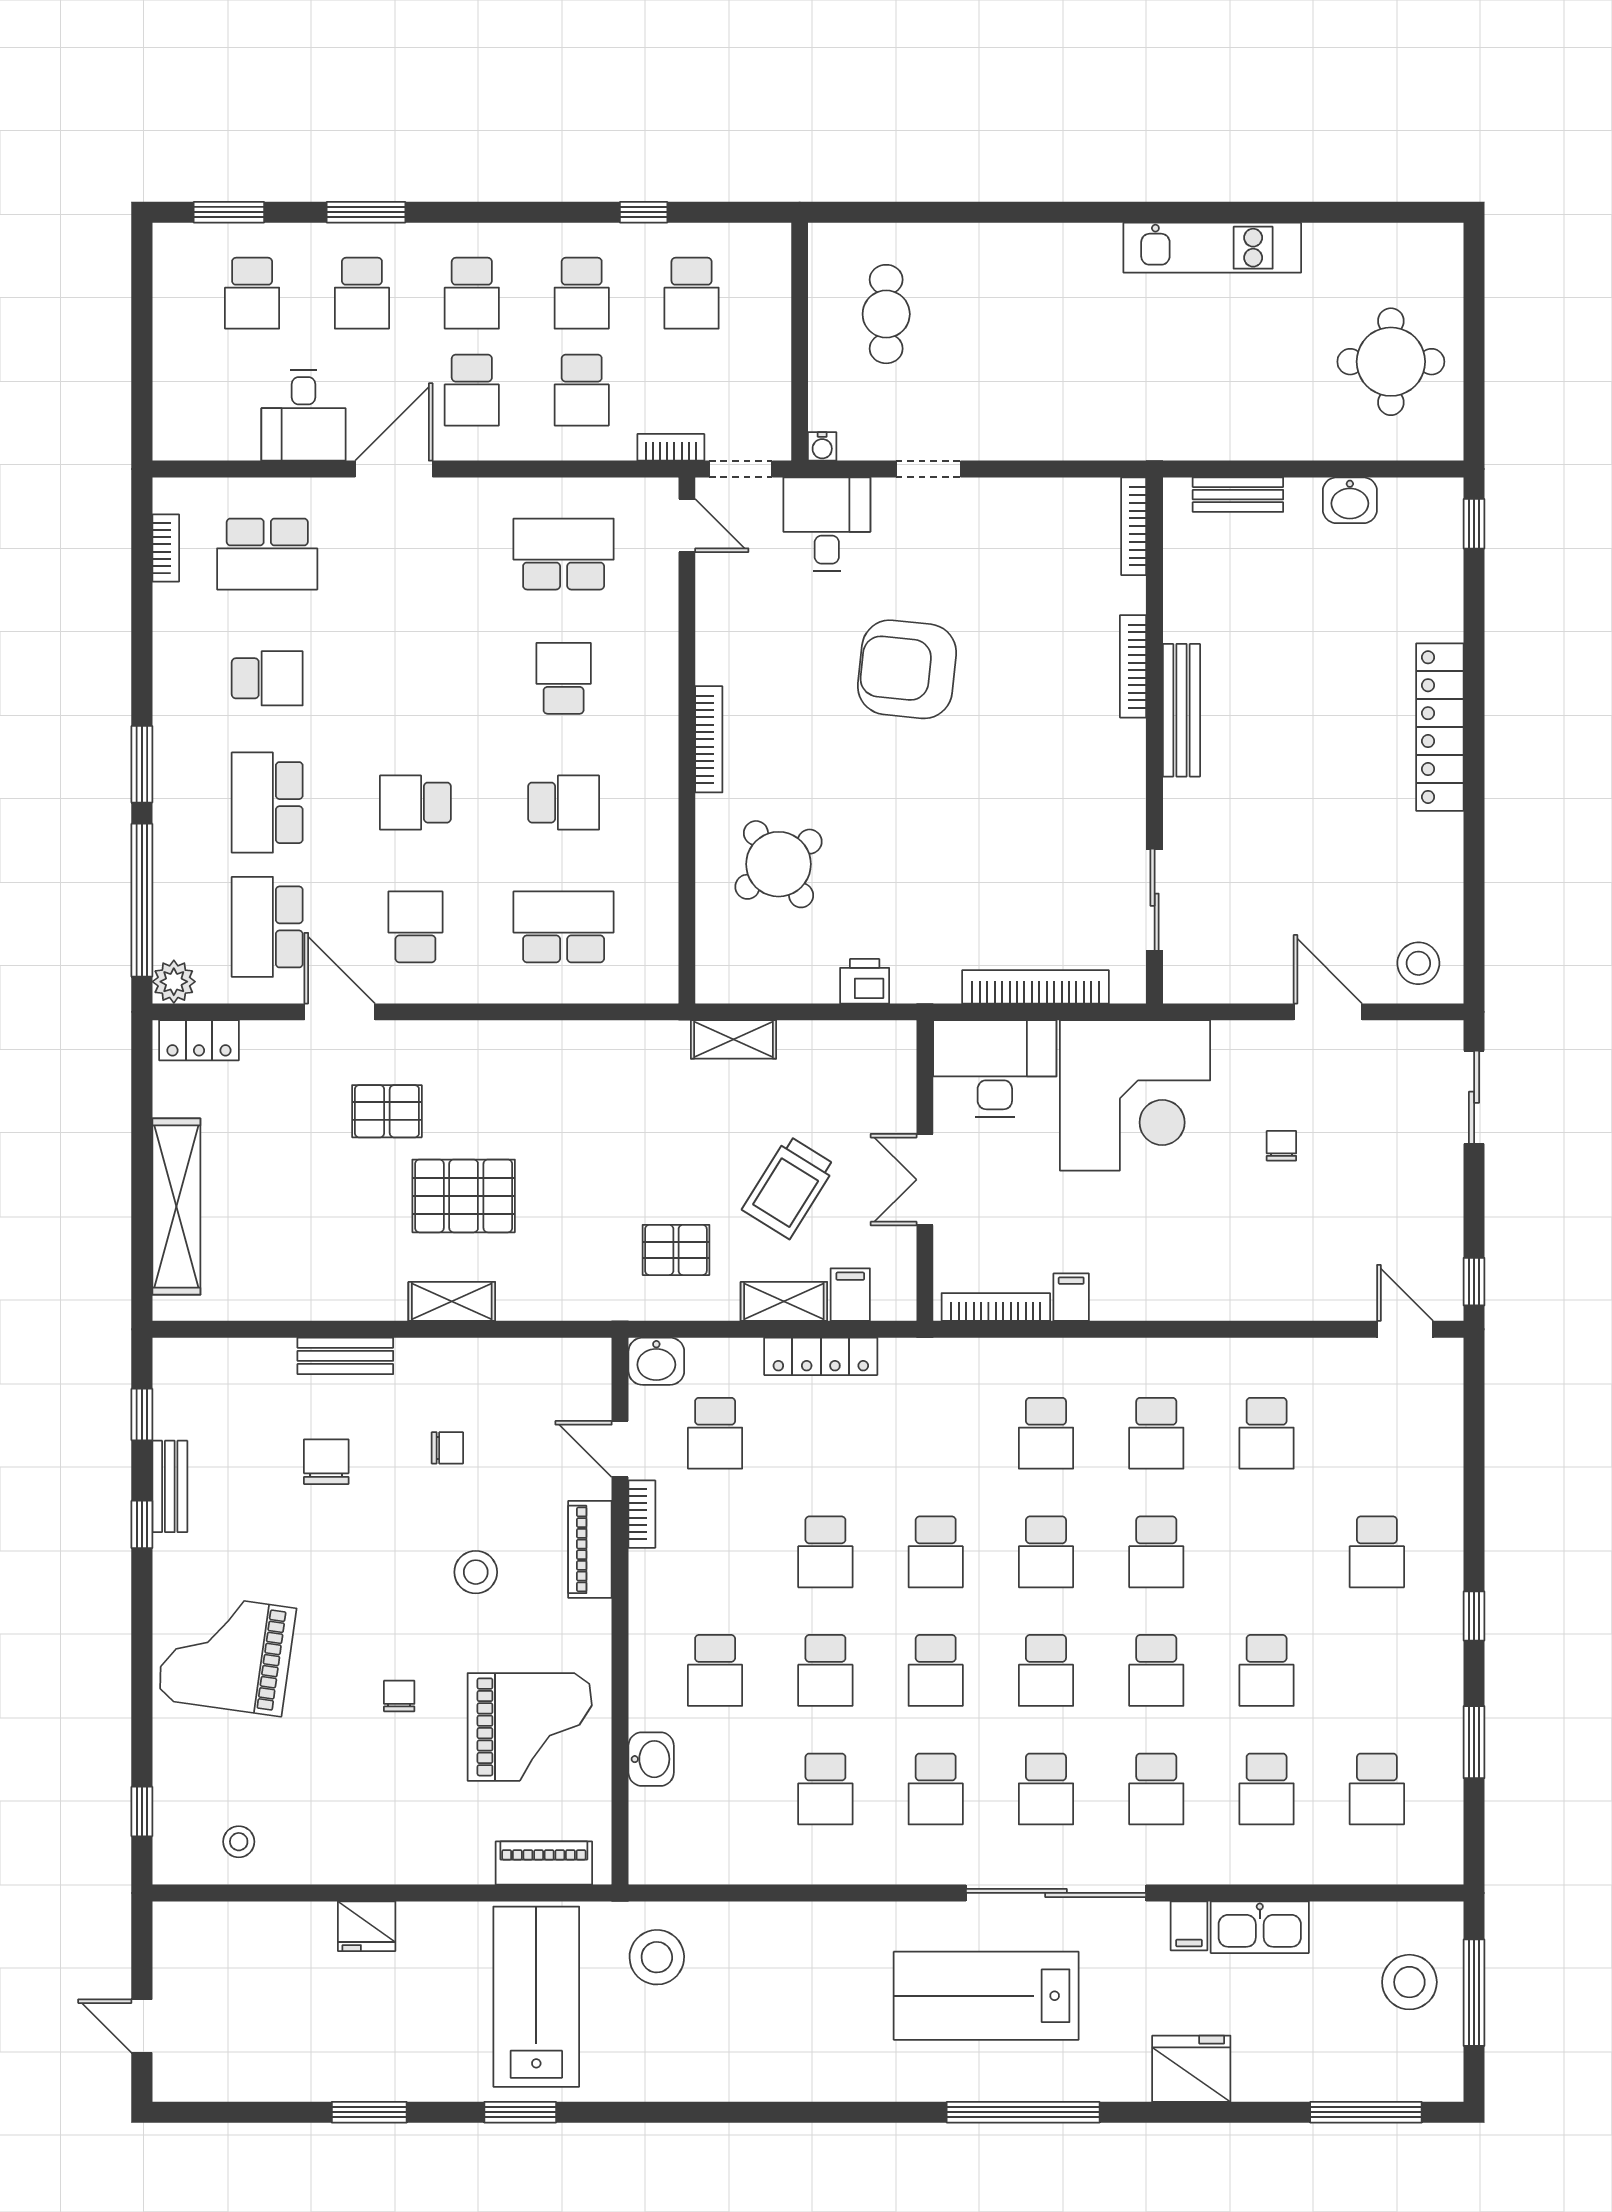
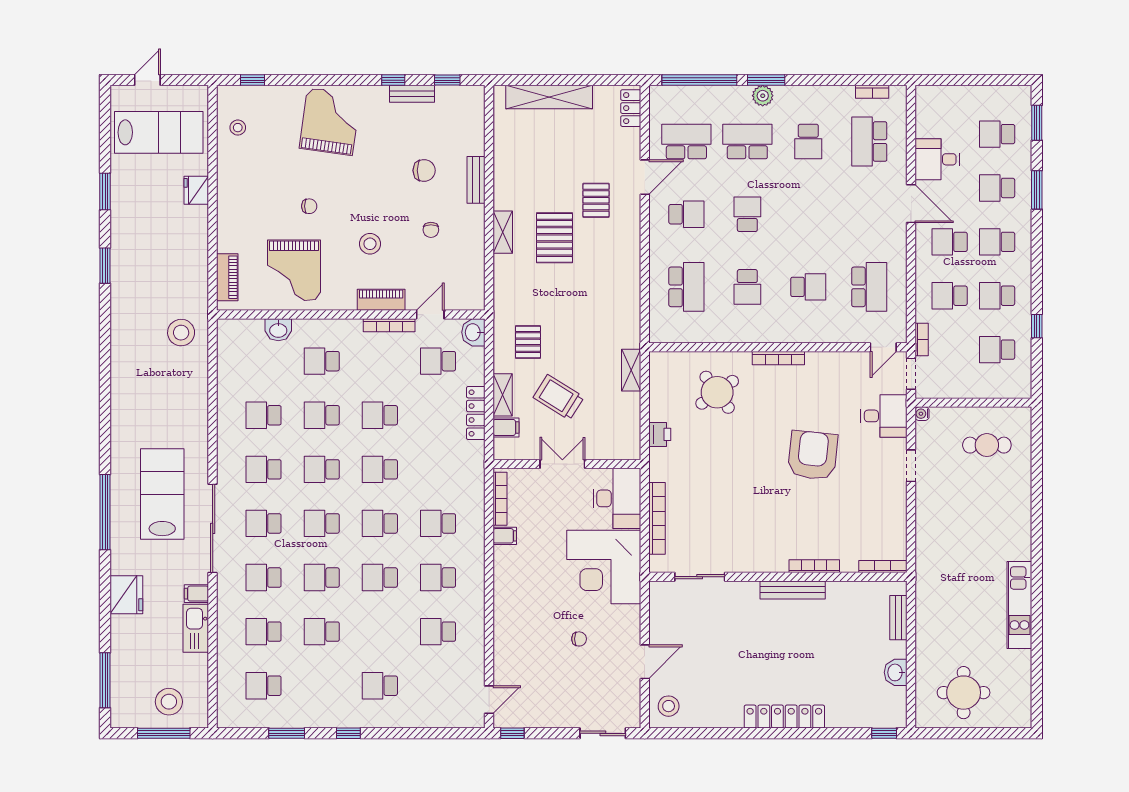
plant: (174, 982) -> (763, 96), moved
bookcase: (642, 1514) -> (389, 325), width x1.56
lab bench: (536, 1997) -> (159, 132), moved

